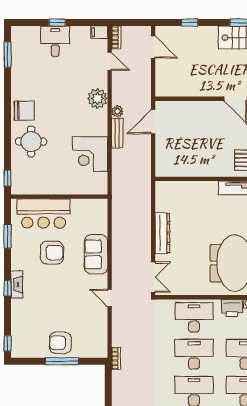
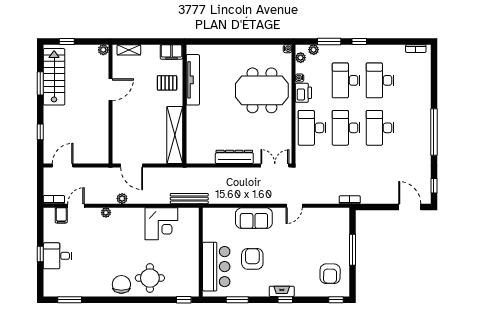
filing cabinet: (99, 32) -> (61, 215), moved
plant: (98, 99) -> (106, 213), width x0.53, depth x0.53
bench: (117, 133) -> (189, 199), moved, width x1.36
shelving: (186, 168) -> (175, 135), added
armchair: (60, 343) -> (330, 274), moved

